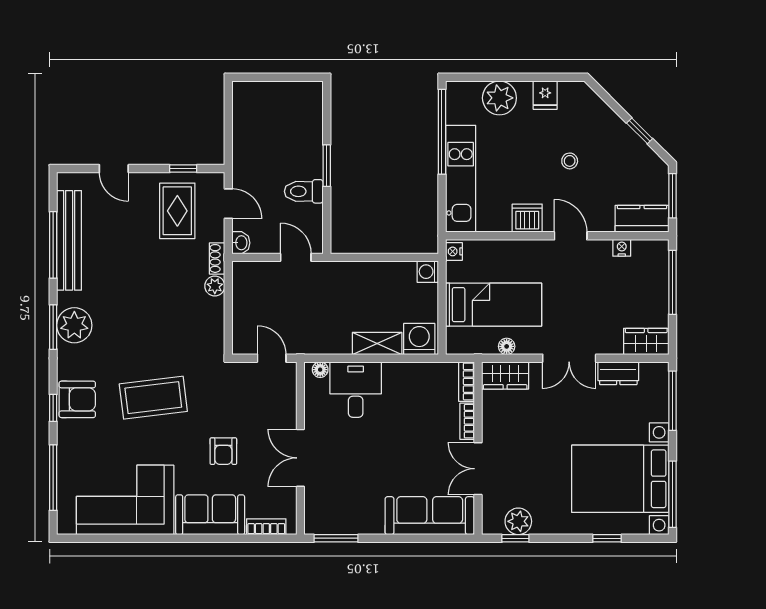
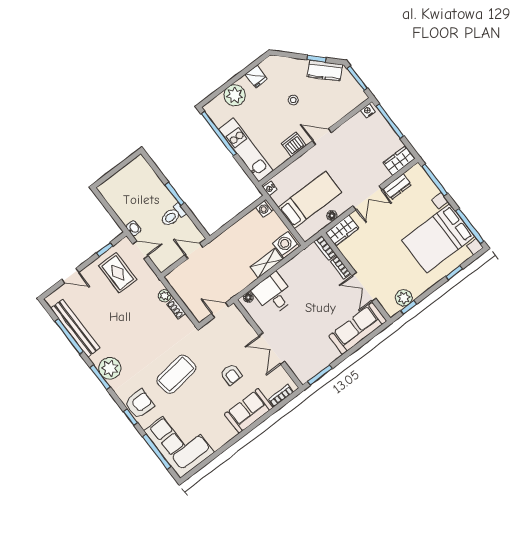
kitchen counter: (642, 219) -> (325, 71), moved, turned -135
washbasin: (241, 243) -> (134, 228), moved
nightstand: (622, 248) -> (368, 111), moved
shoe rack: (217, 258) -> (176, 309), moved
corner sofa: (125, 500) -> (179, 441), moved, turned 90

